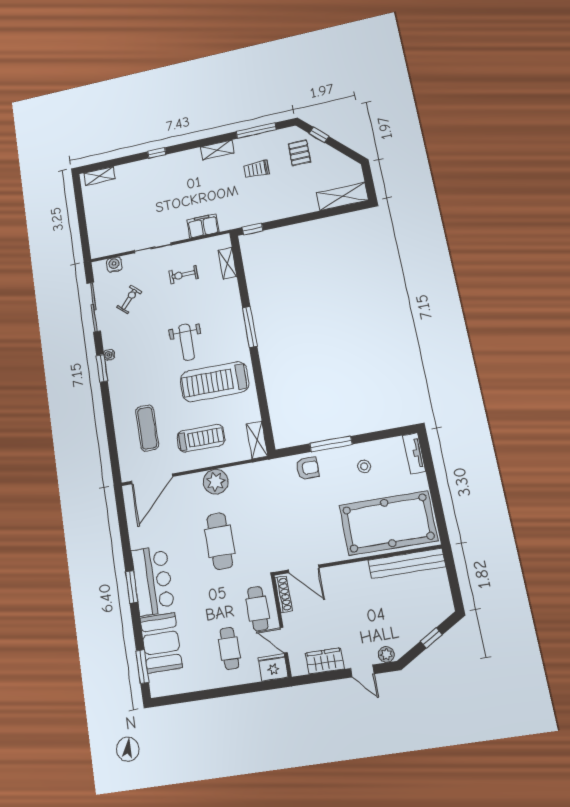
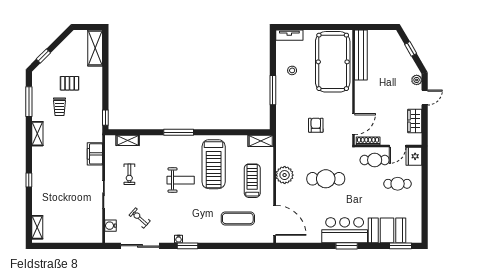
pallet: (299, 153) -> (70, 83), moved
armchair: (307, 468) -> (316, 125), moved

